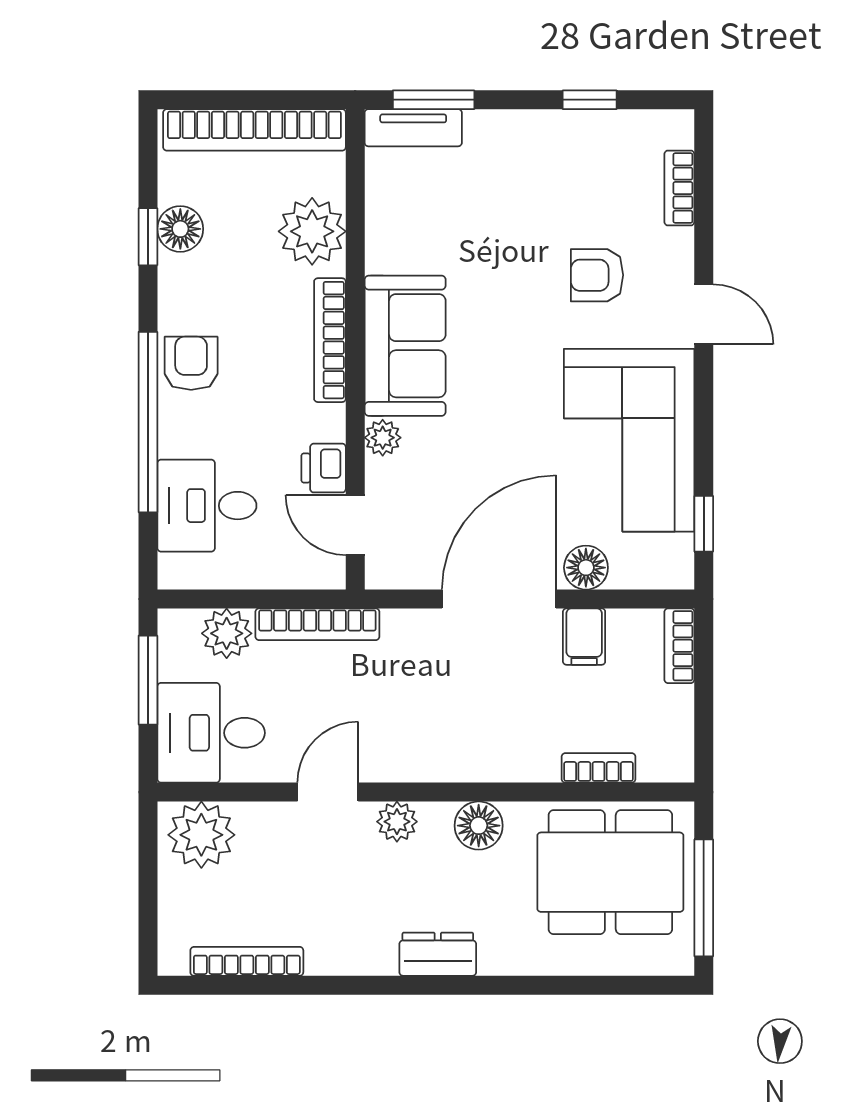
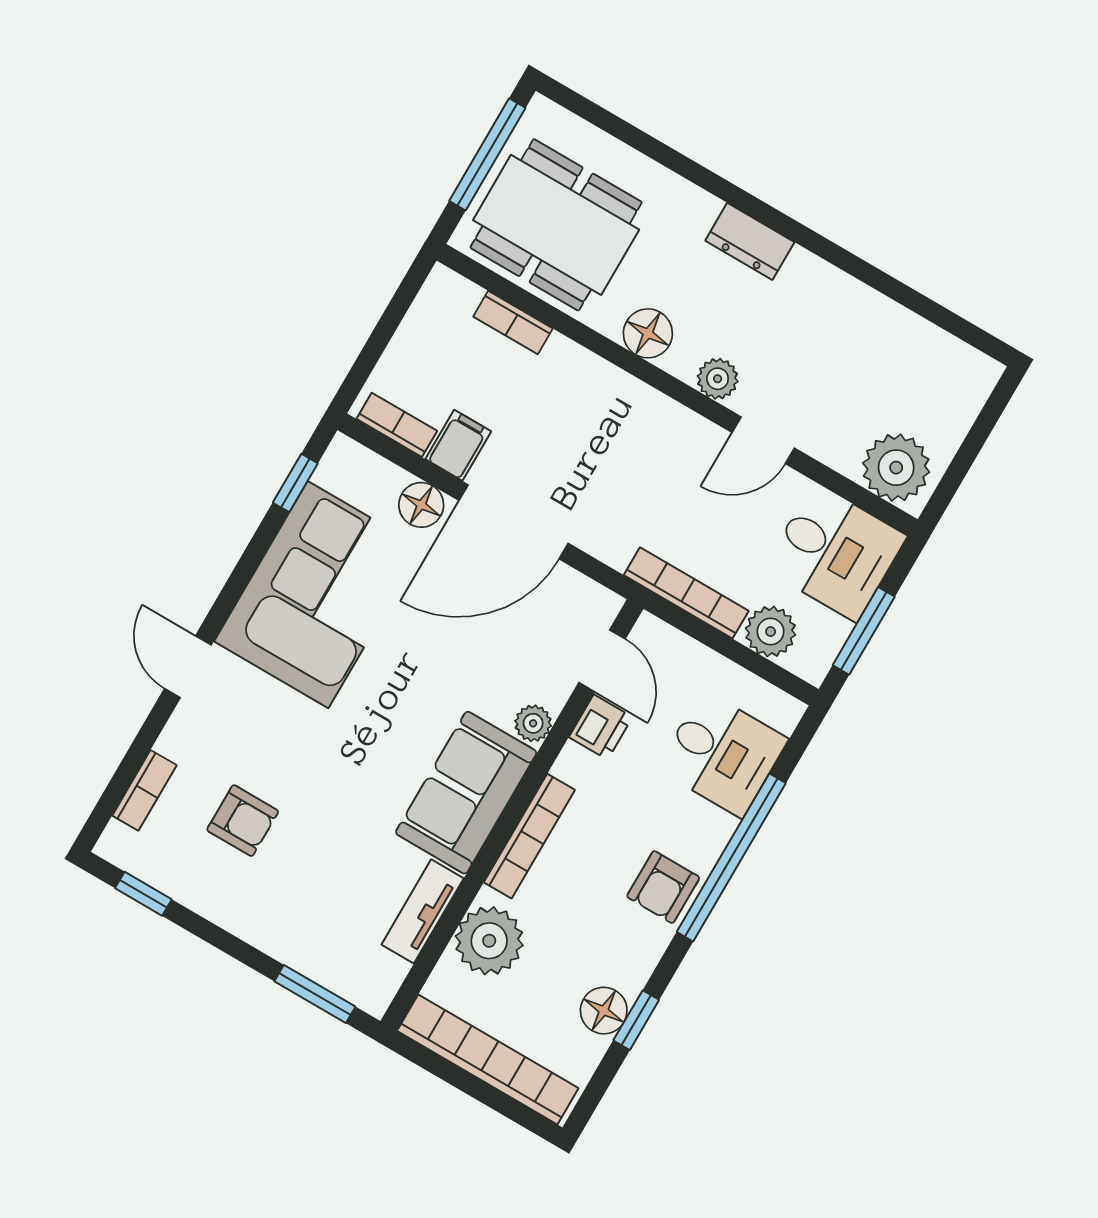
window: (590, 100) -> (143, 894), moved
tv unit: (413, 128) -> (423, 911), moved, turned -90
armchair: (597, 275) -> (243, 821), moved
bookcase: (679, 646) -> (397, 425), moved, turned -90
bookcase: (247, 961) -> (921, 333), removed

